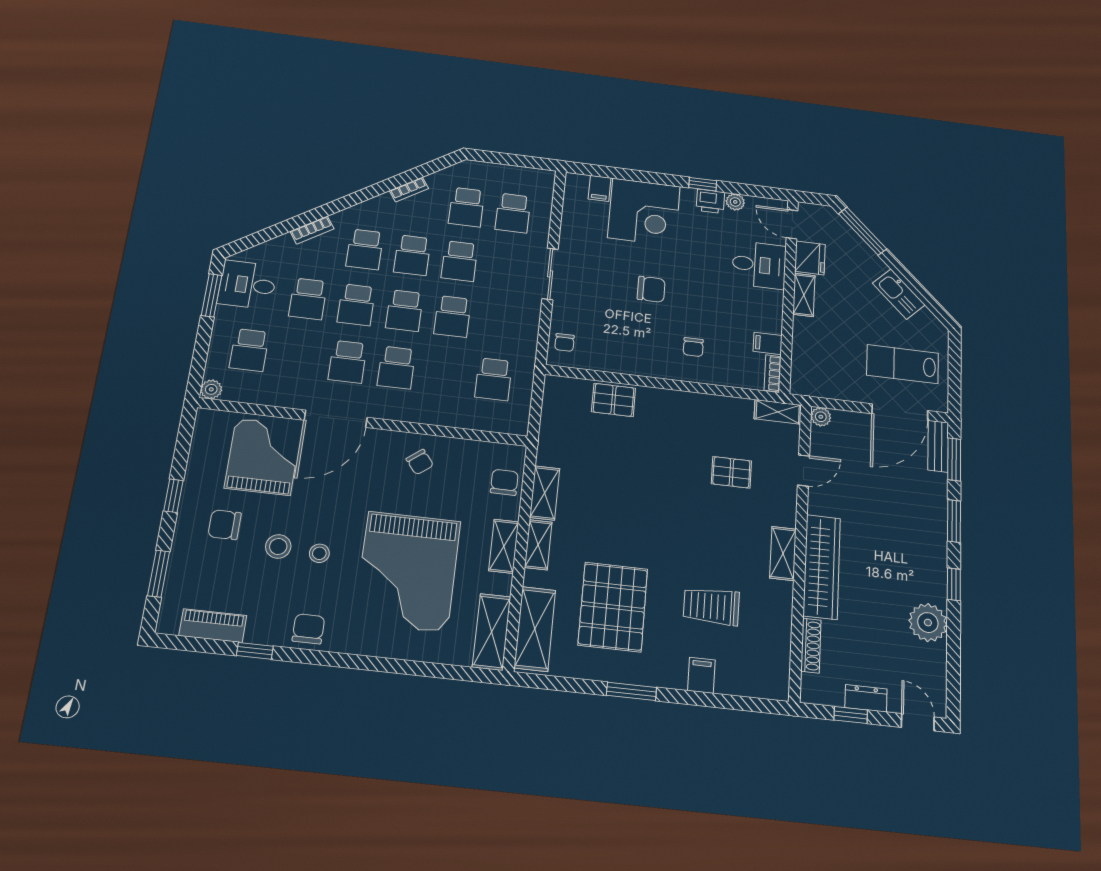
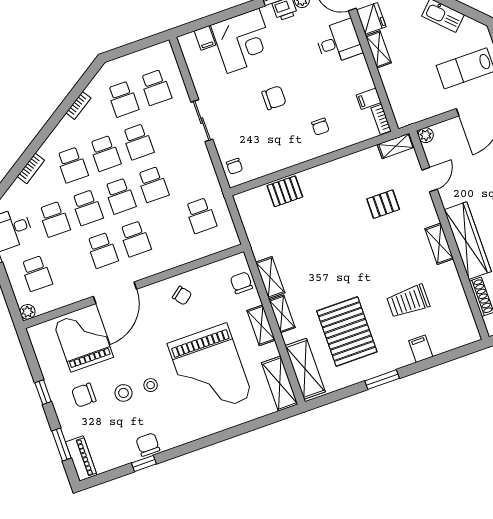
piano: (213, 626) -> (81, 458), moved, turned 90
chair: (308, 629) -> (148, 445), moved

